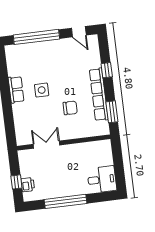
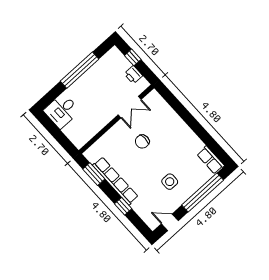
row of seats: (16, 90) -> (211, 160), moved
side table: (42, 90) -> (170, 182), moved
chair: (70, 108) -> (142, 141), moved
printer: (28, 185) -> (133, 75), moved

